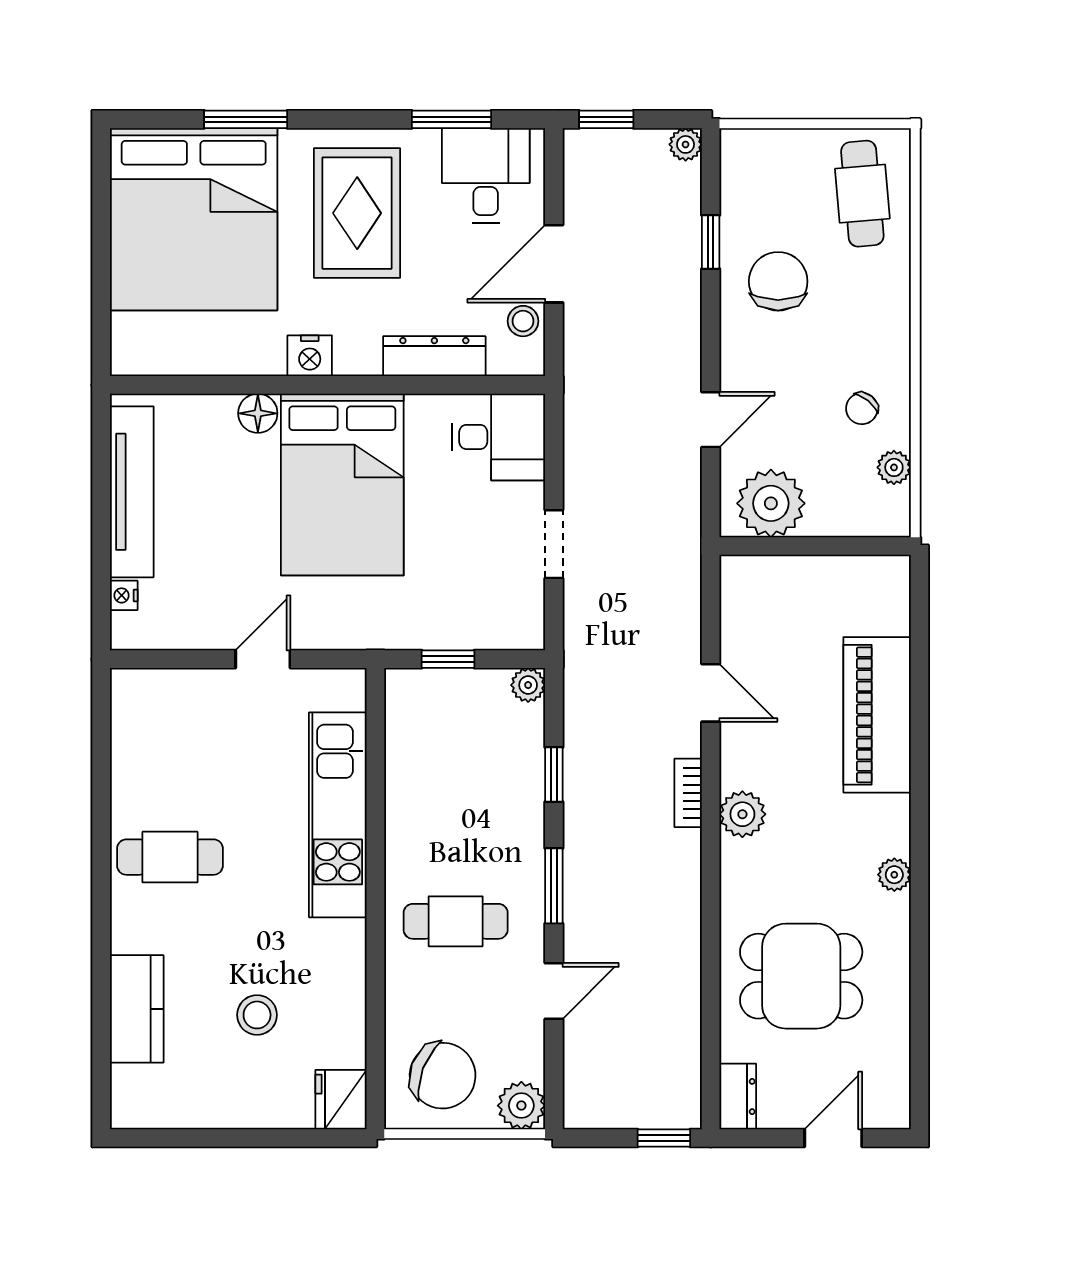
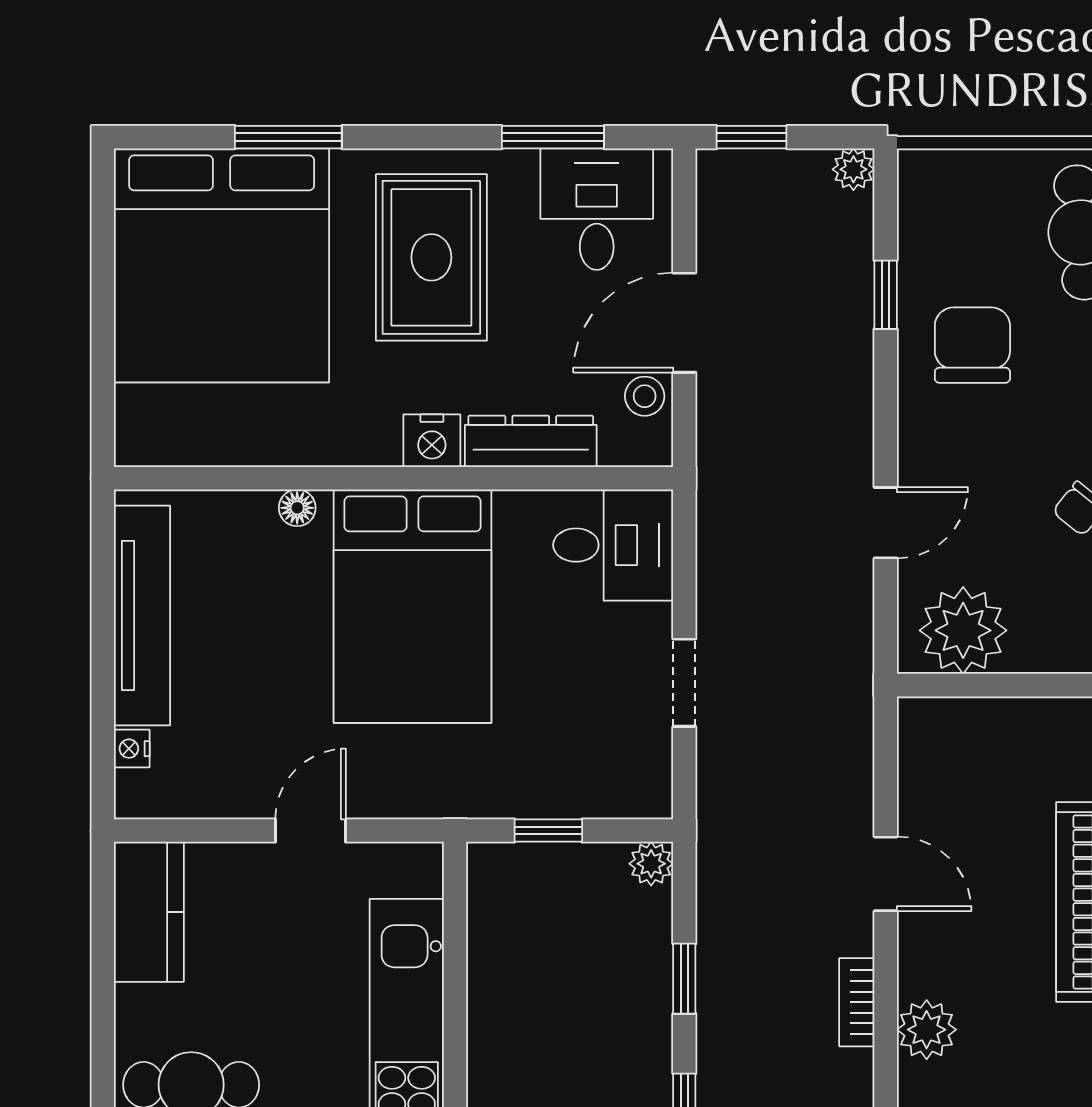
nightstand: (310, 356) -> (432, 441), moved
floor lamp: (258, 413) -> (297, 508), width x0.73, depth x0.73
kitchen counter: (137, 722) -> (149, 912), added

